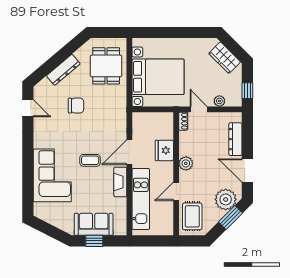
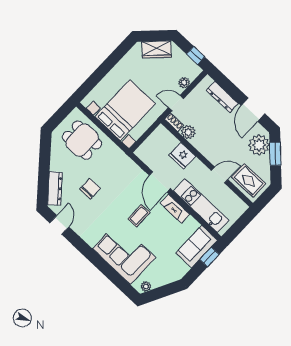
dresser: (63, 70) -> (55, 188), moved
door: (28, 108) -> (59, 225), hinge flipped
plant: (186, 163) -> (188, 132), moved
door: (247, 170) -> (253, 110), hinge flipped
door: (176, 191) -> (220, 175), swing flipped
plant: (43, 215) -> (146, 286), added
sofa: (94, 224) -> (197, 247), moved
window: (94, 241) -> (209, 257), moved

